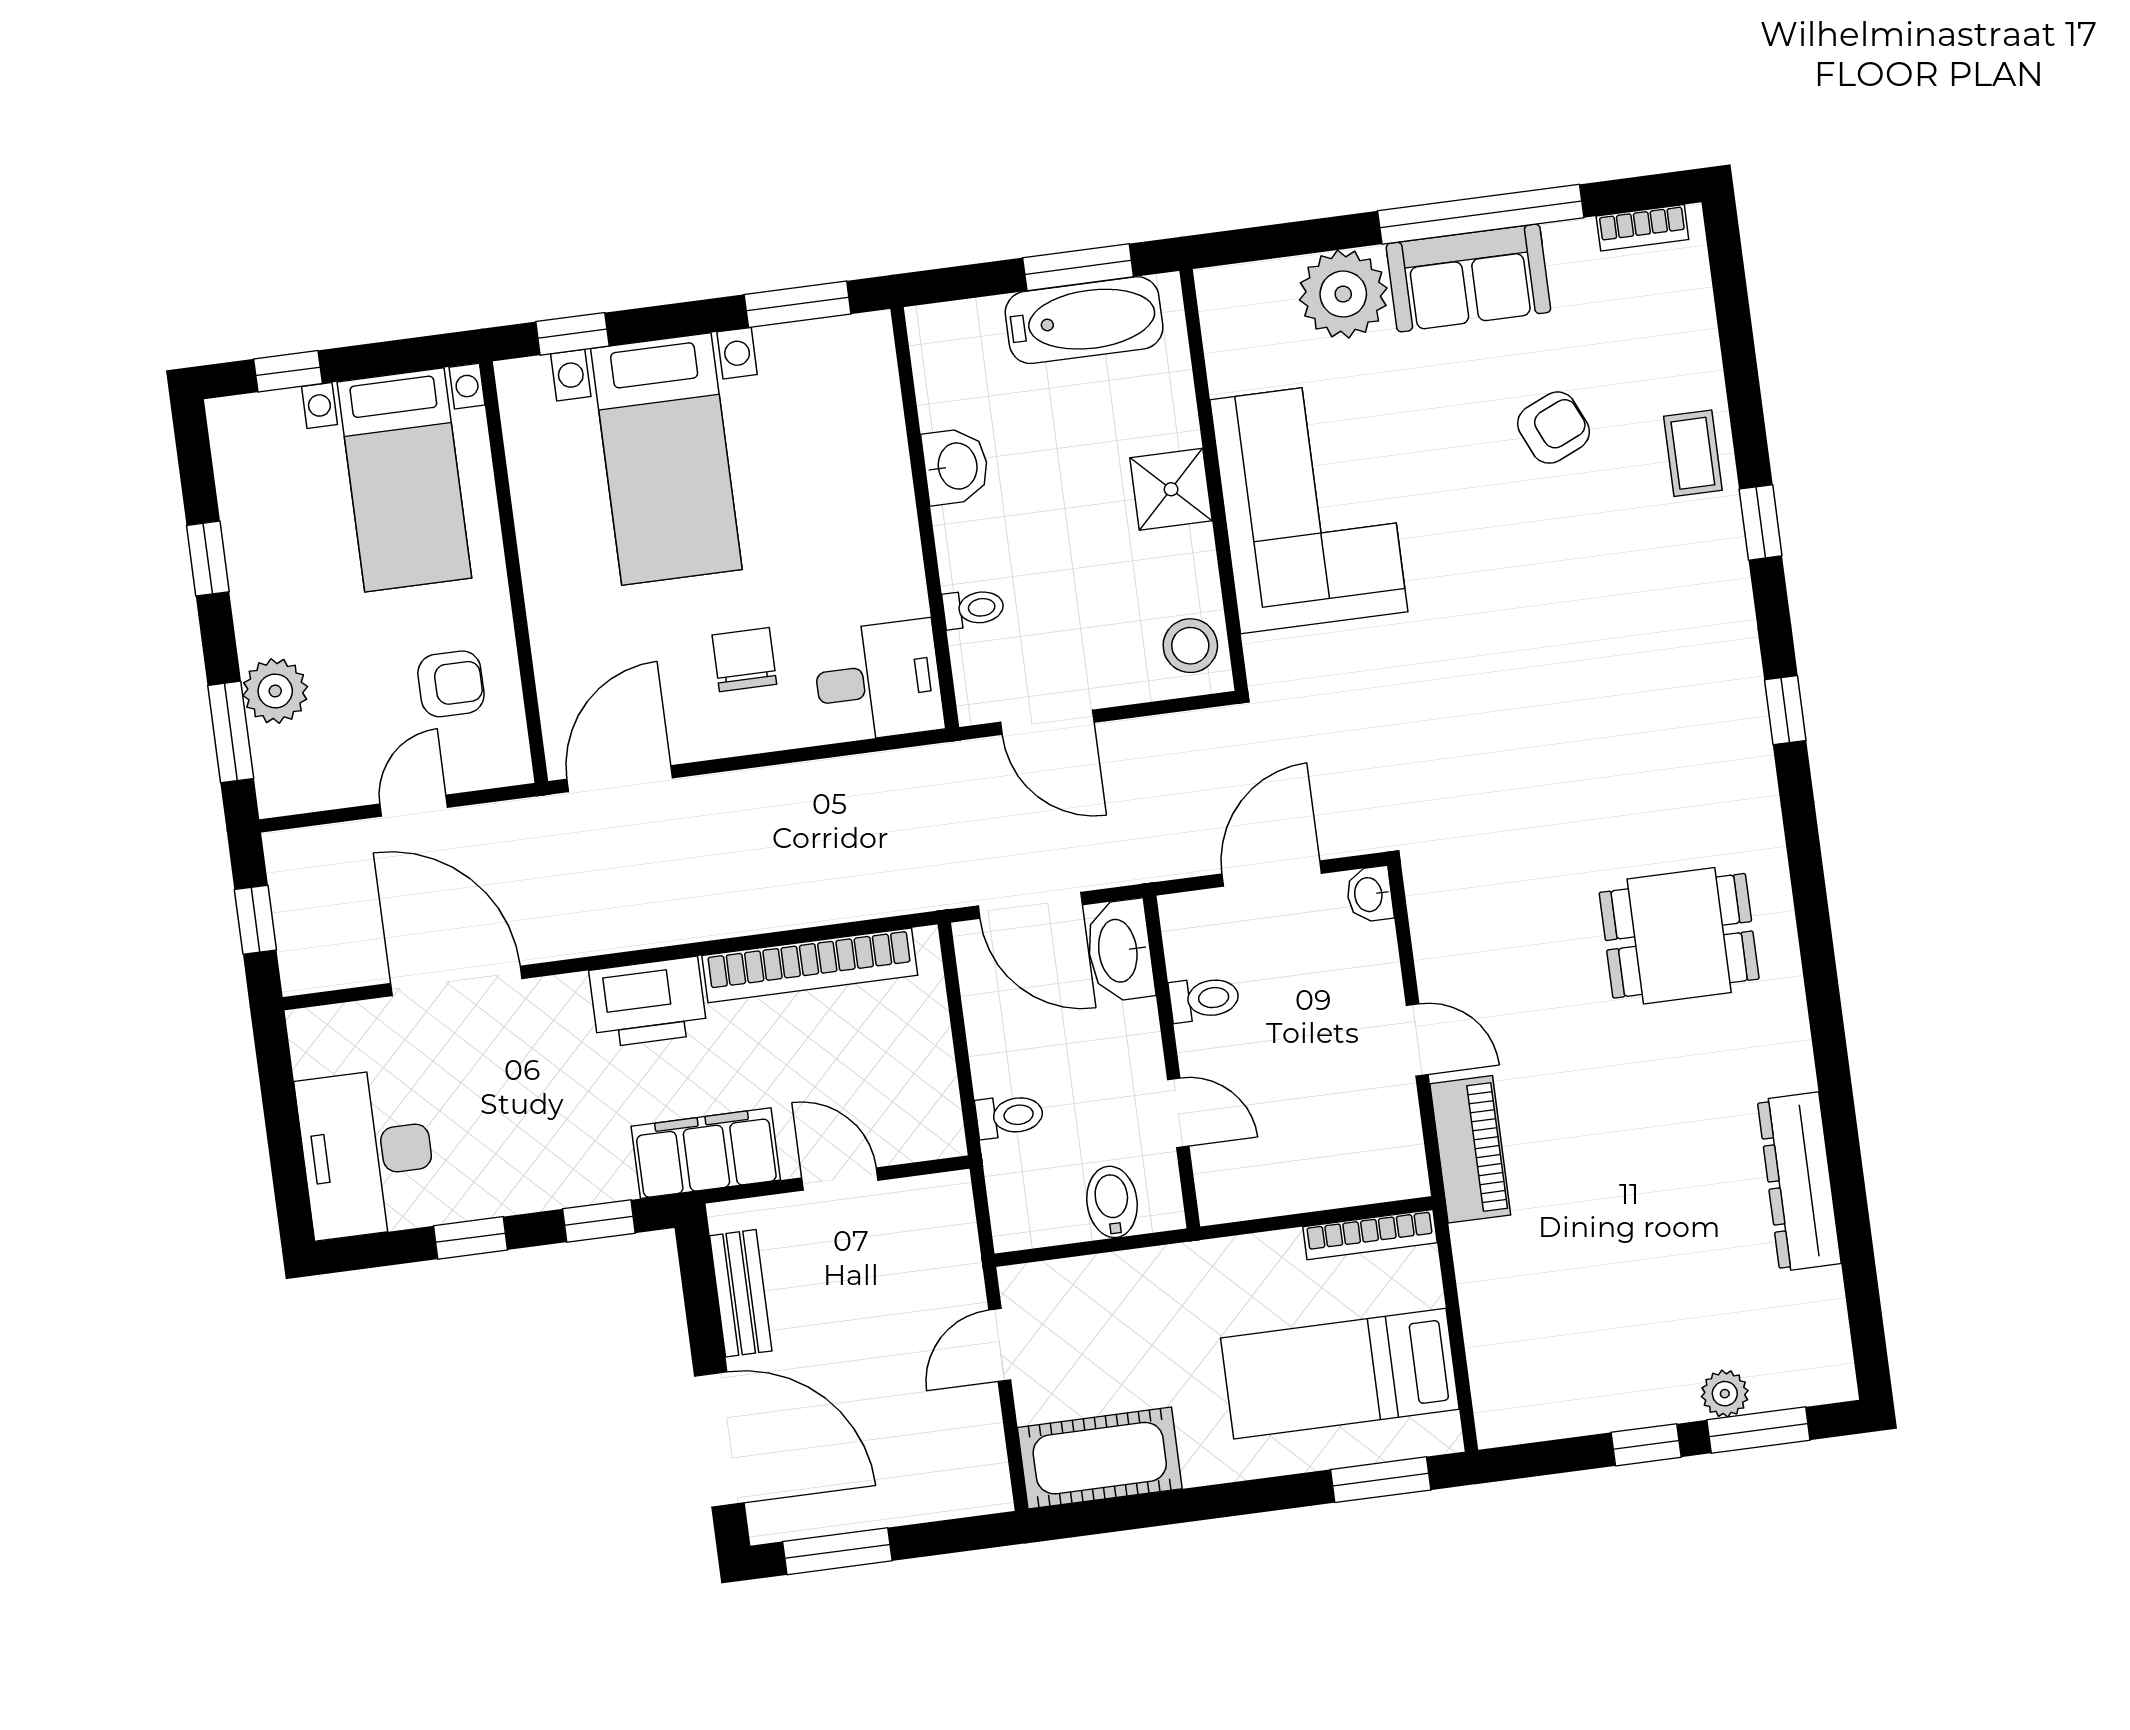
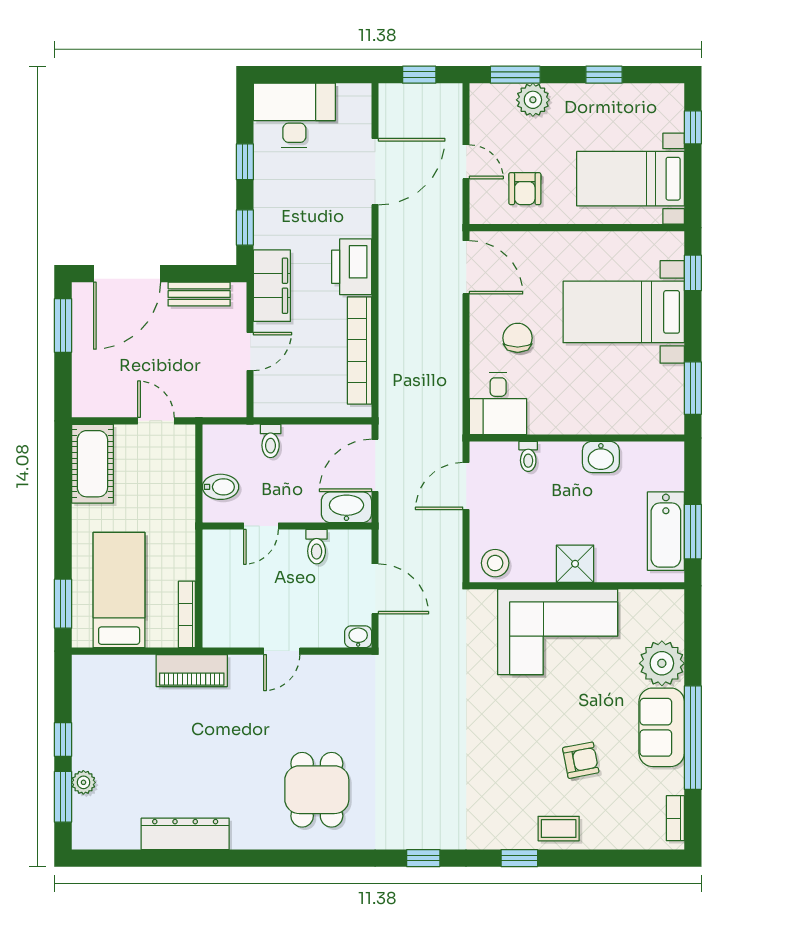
armchair: (1554, 428) -> (581, 760), turned -77
chair: (744, 660) -> (518, 338), turned -90
piano: (1470, 1149) -> (192, 671), moved

